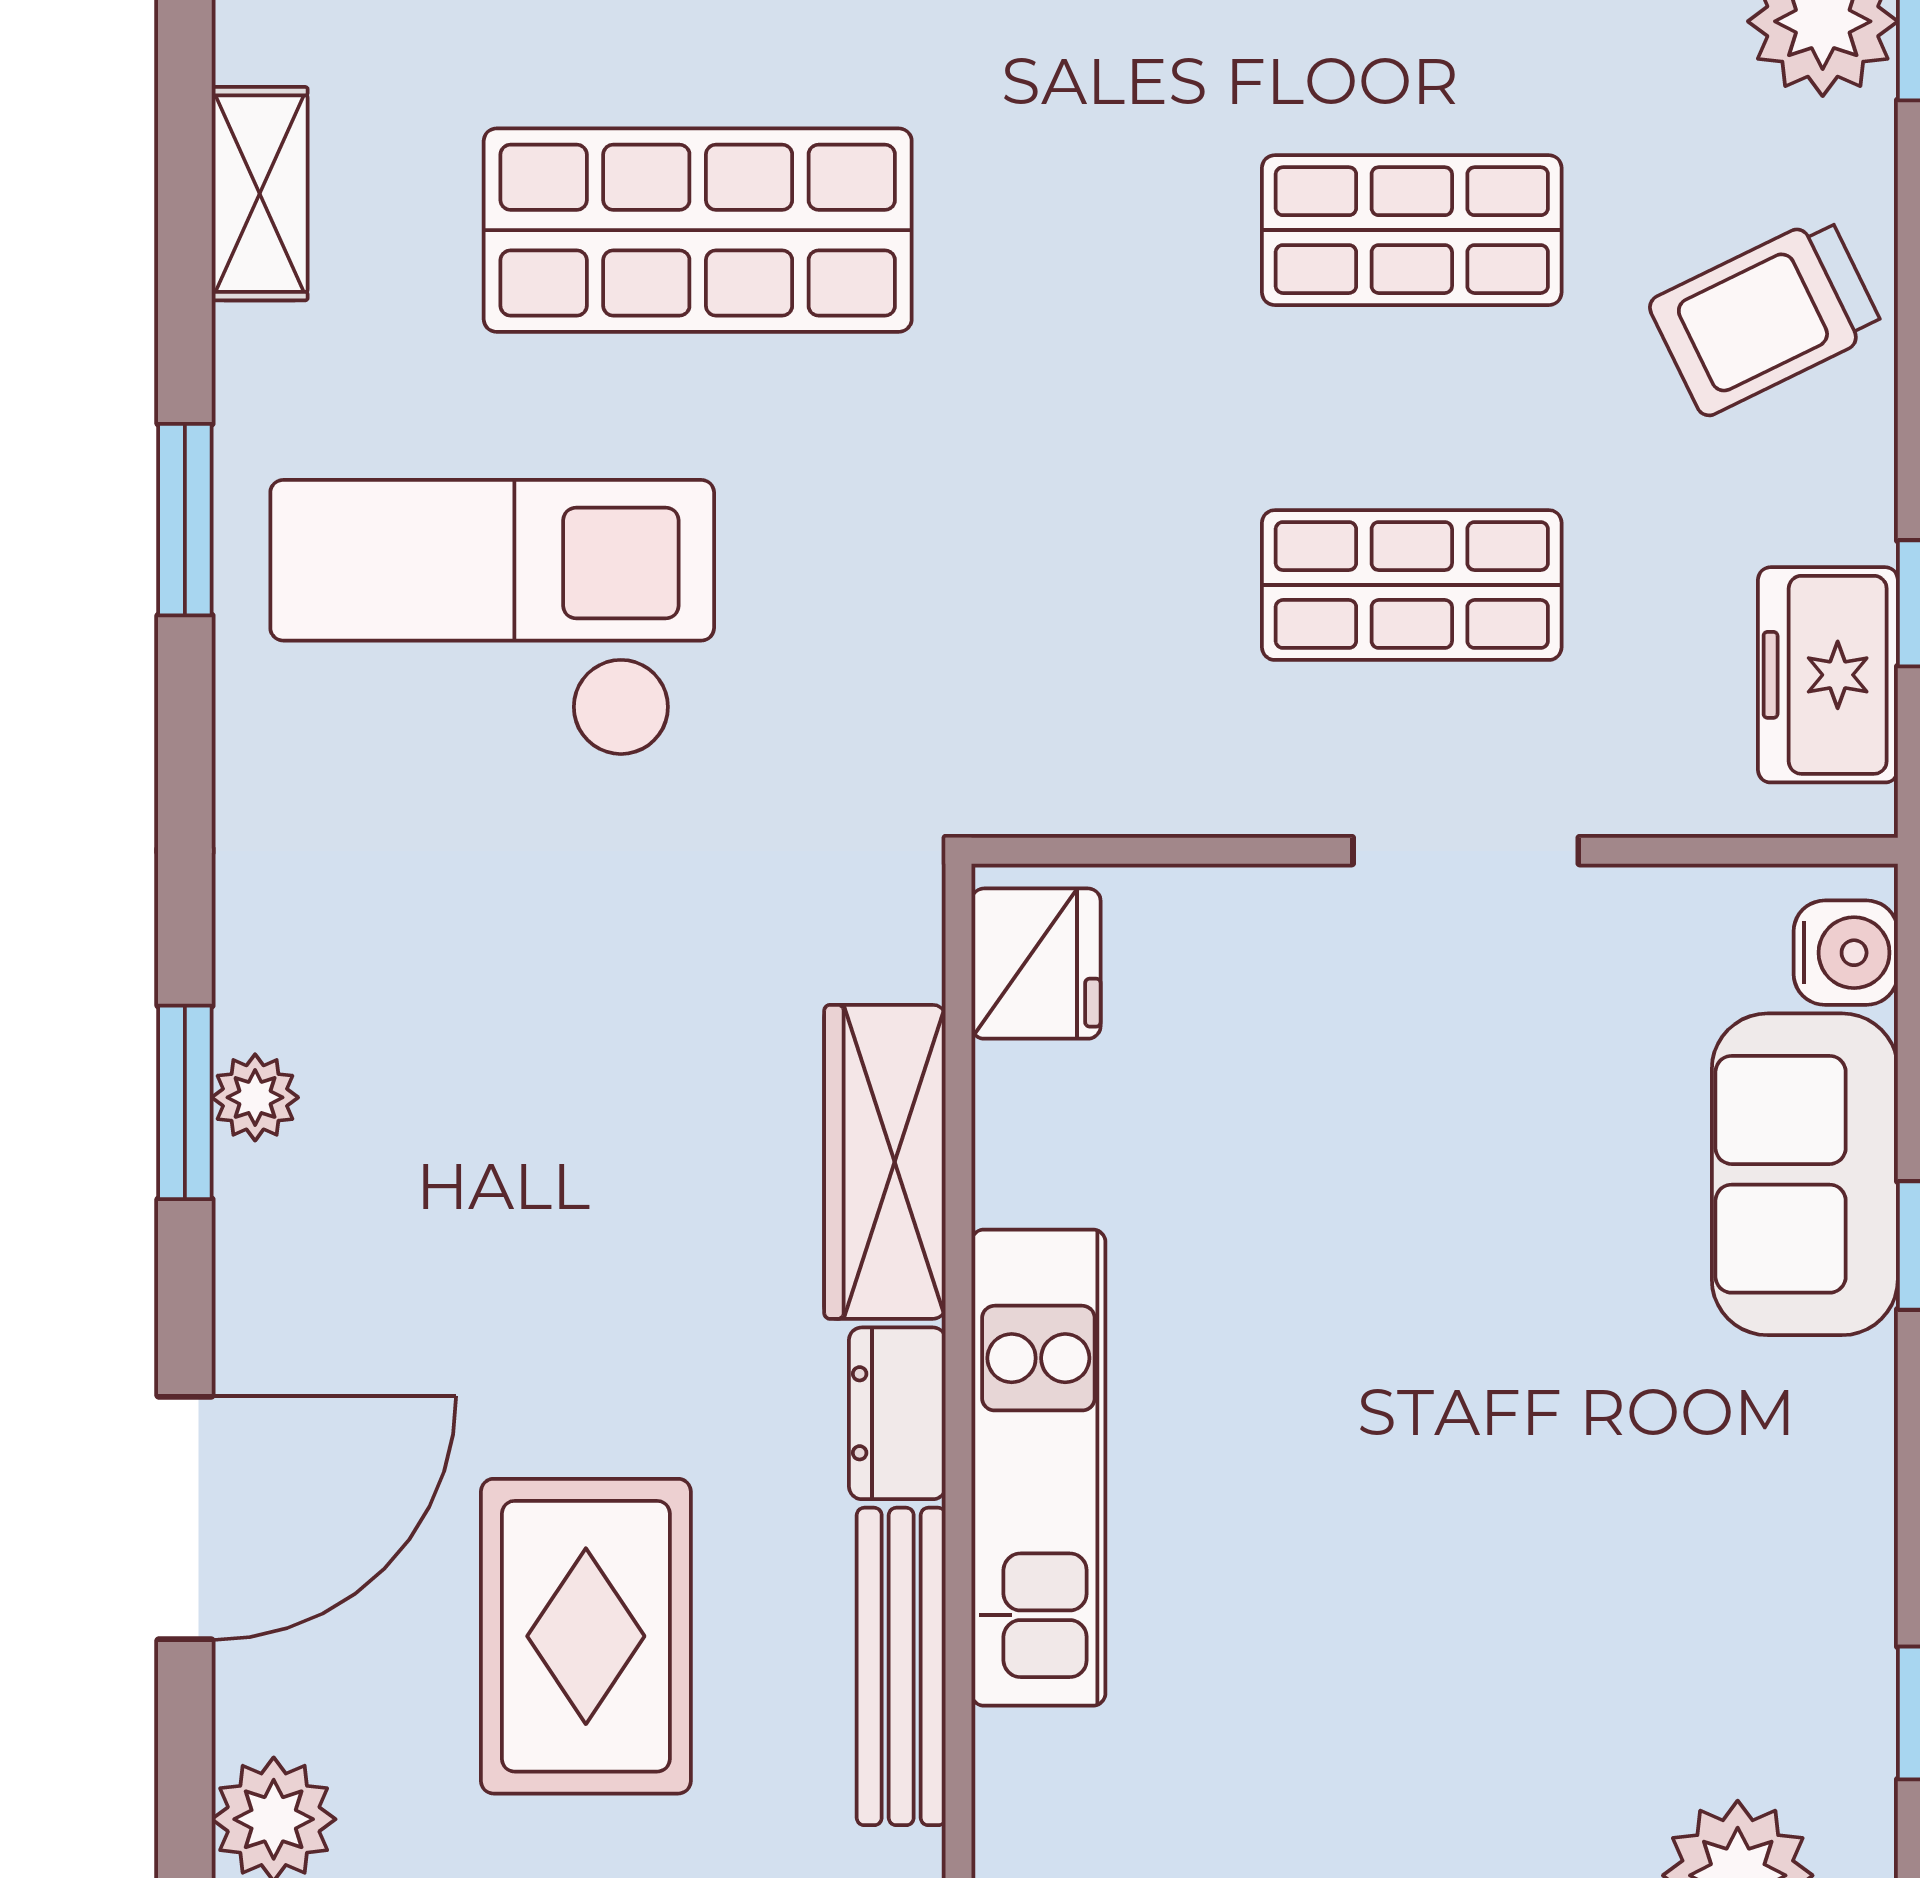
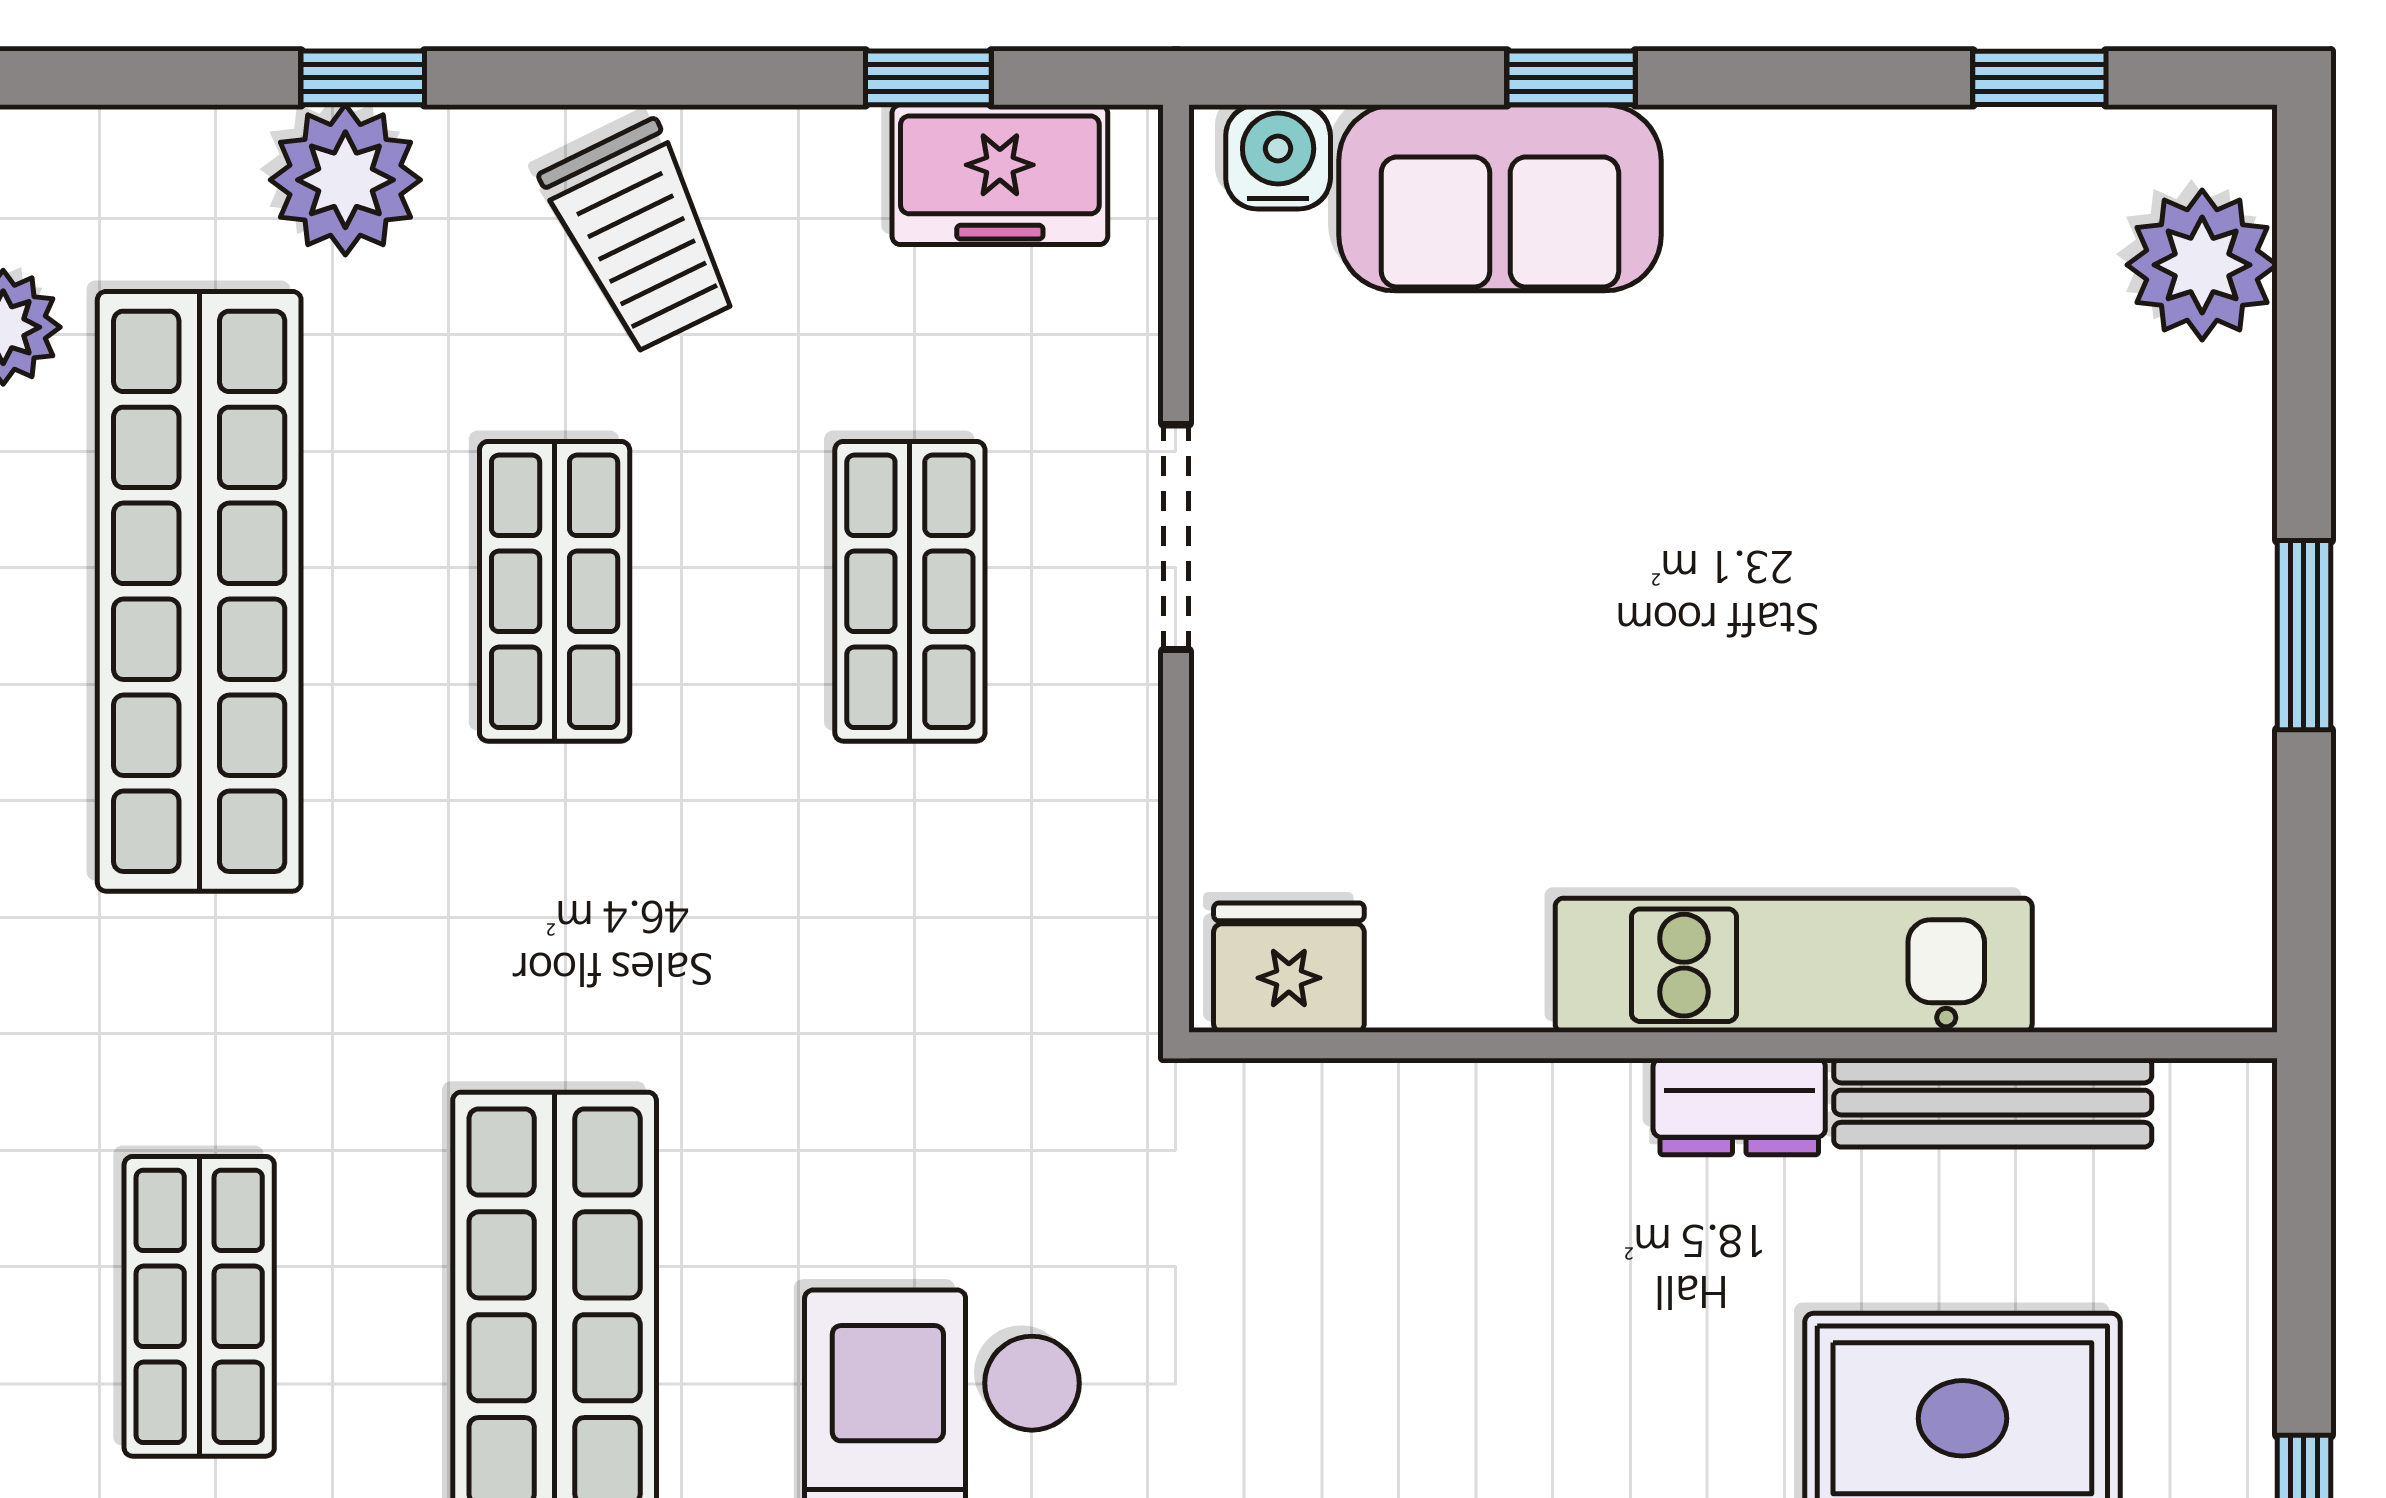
wardrobe: (885, 1162) -> (1487, 1119), removed

